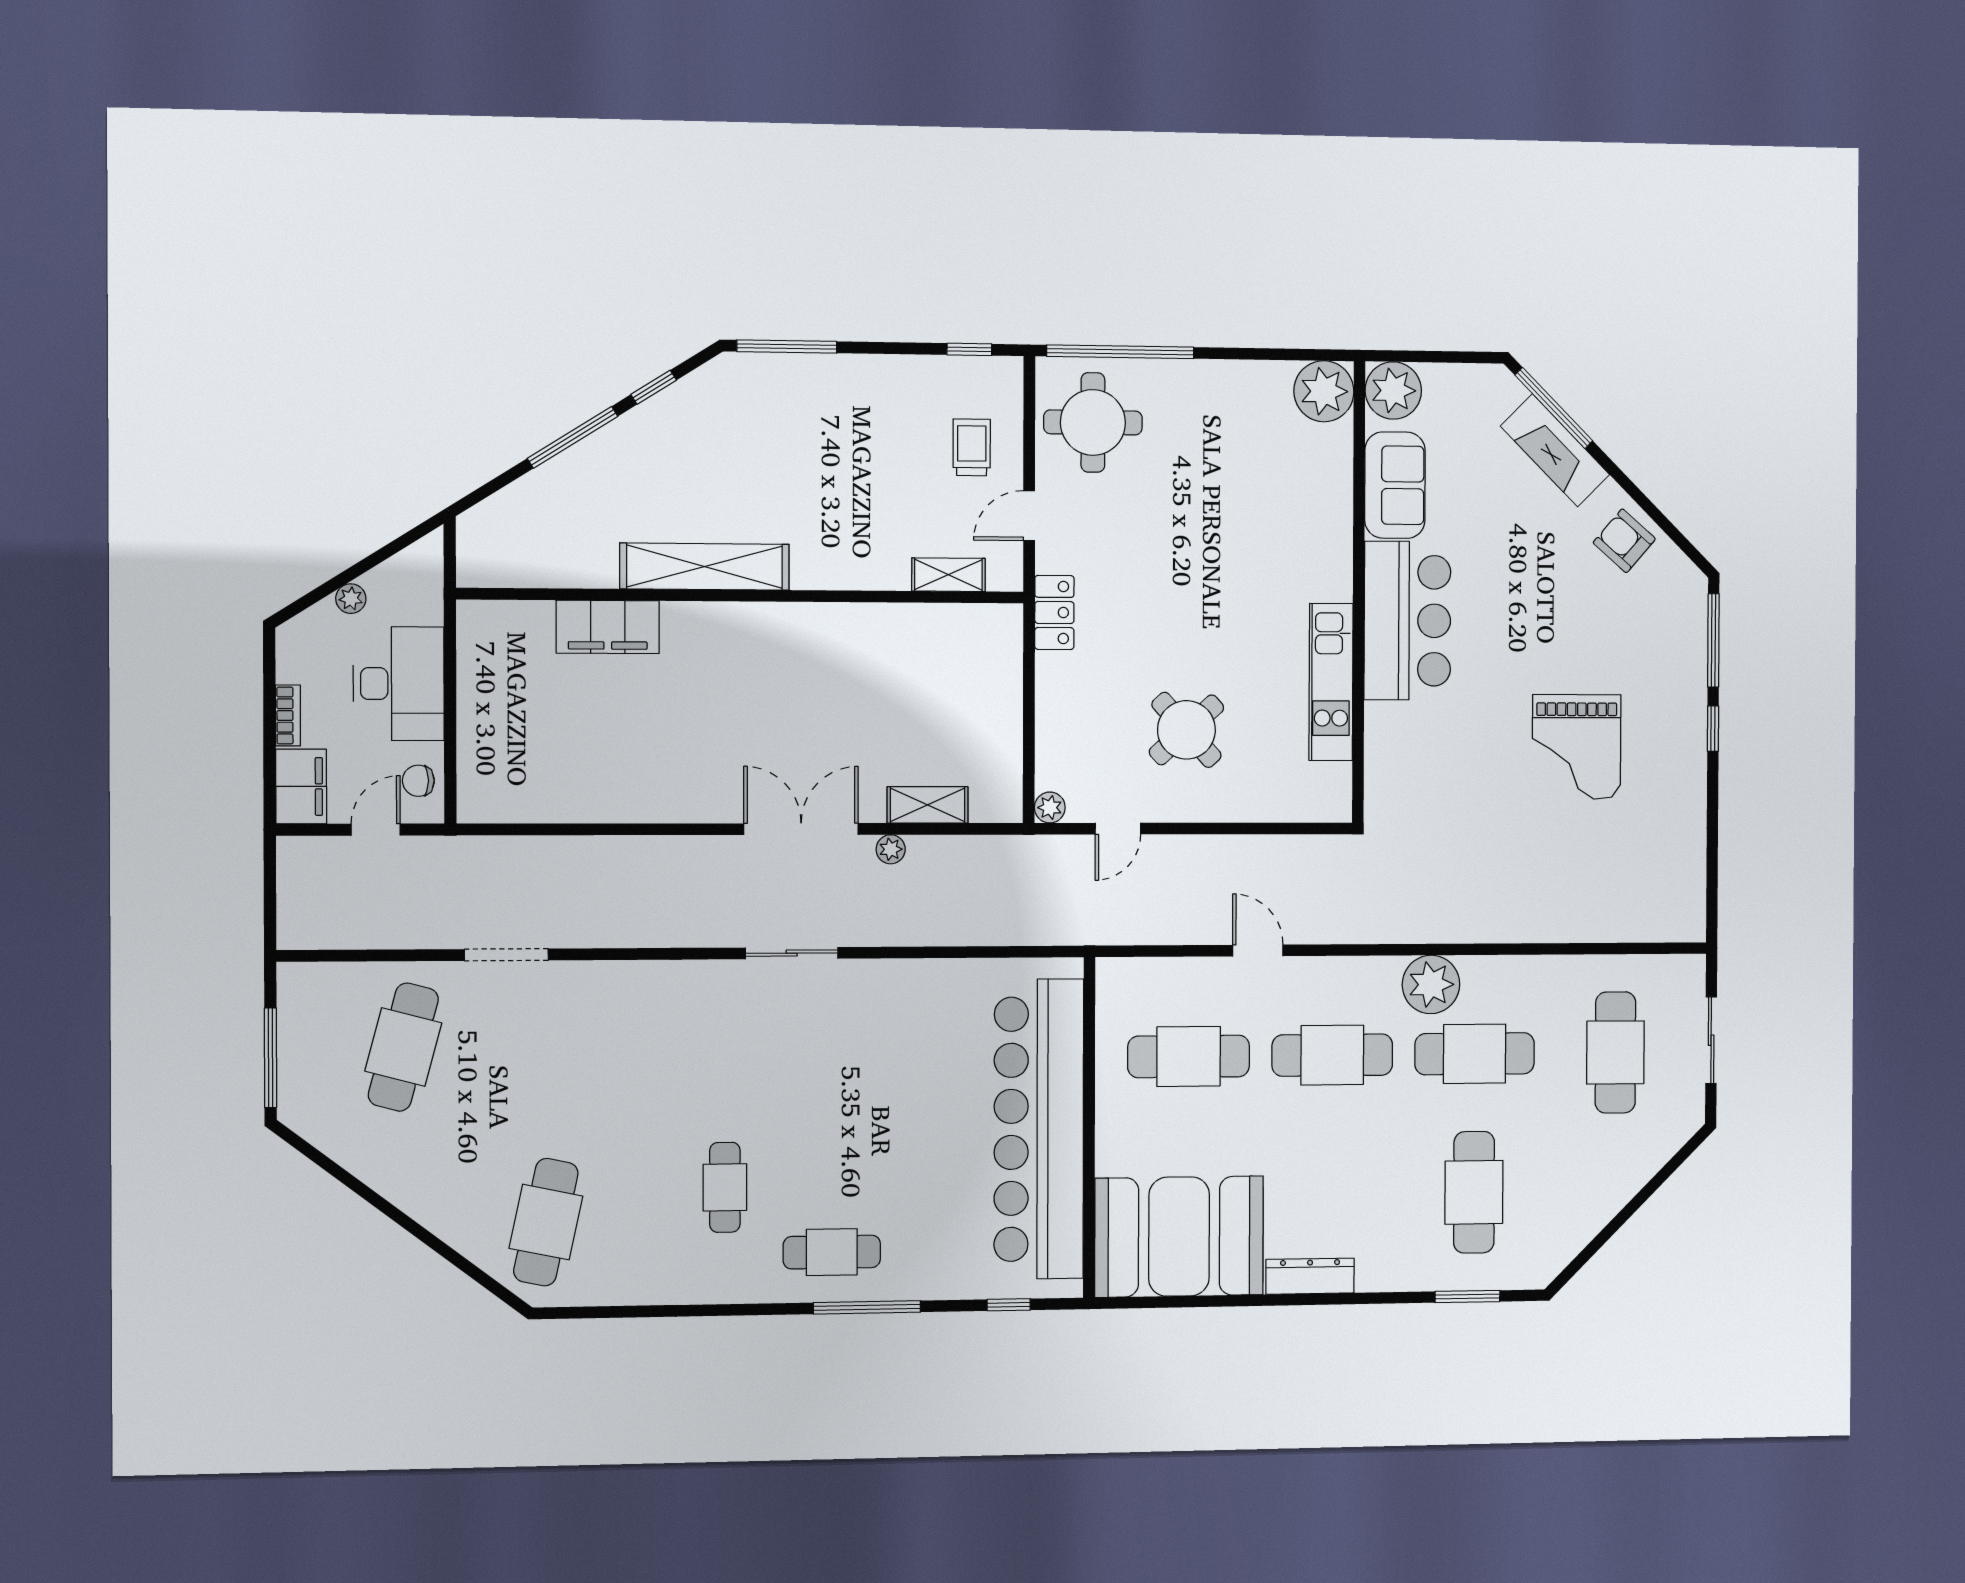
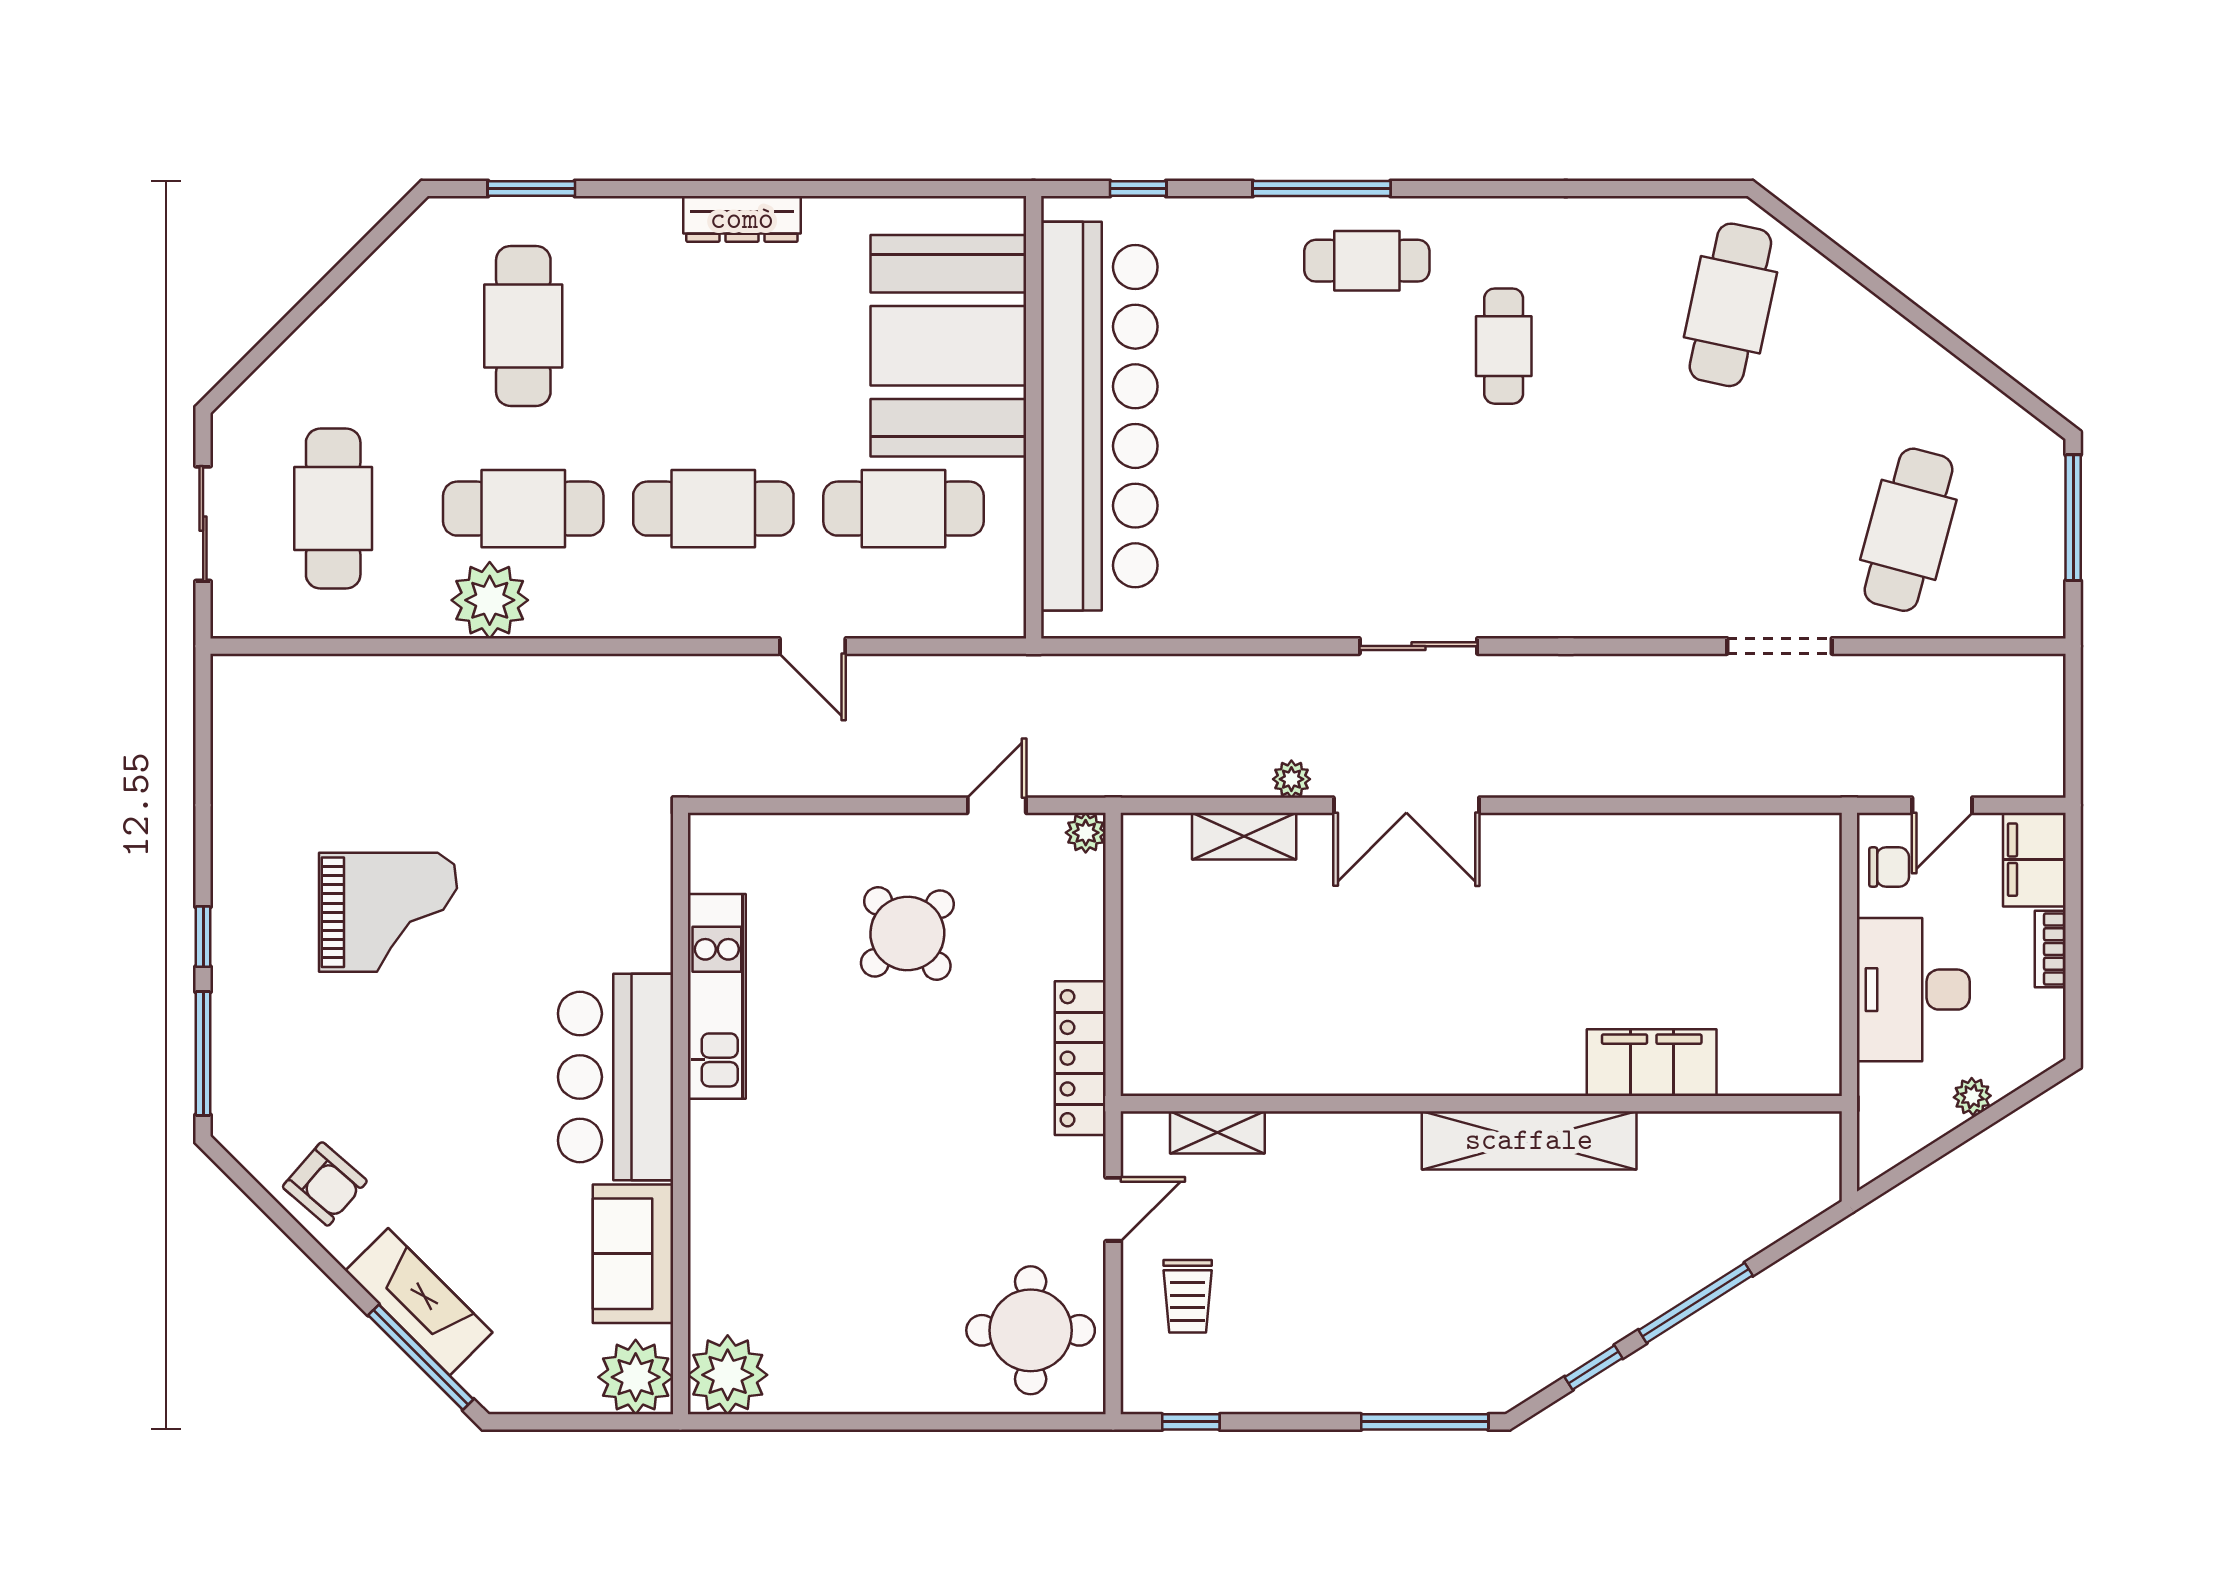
window: (1120, 352) -> (995, 1422), removed
locker: (1054, 612) -> (1080, 1058), width x1.53
grand piano: (1577, 747) -> (388, 912), turned 90
plant: (1431, 984) -> (490, 600), moved
booth: (1179, 1237) -> (948, 346), moved, turned 90

